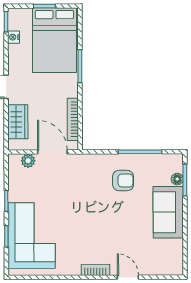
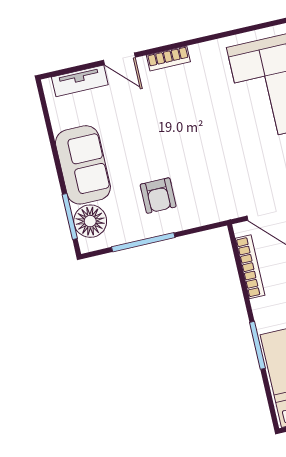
floor lamp: (177, 179) -> (90, 221), width x1.89, depth x1.89
armchair: (123, 180) -> (158, 196), turned -90
tv unit: (158, 268) -> (80, 81), added

